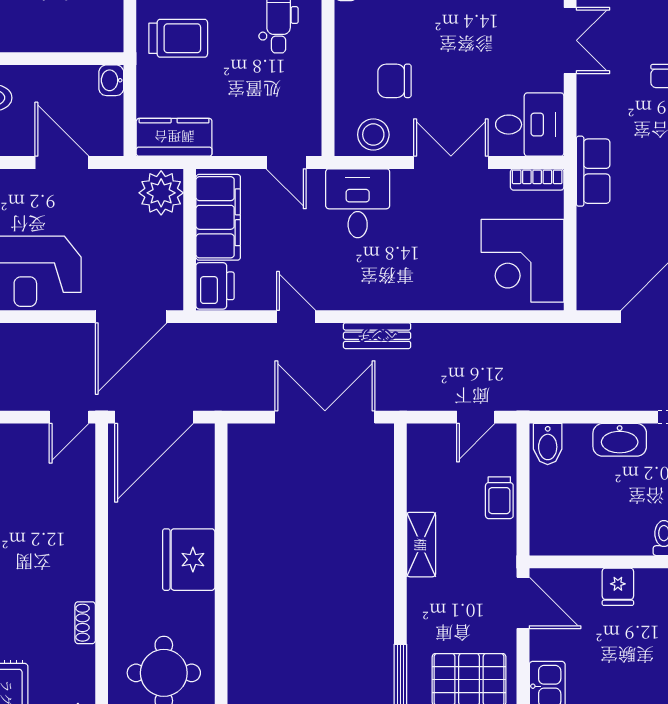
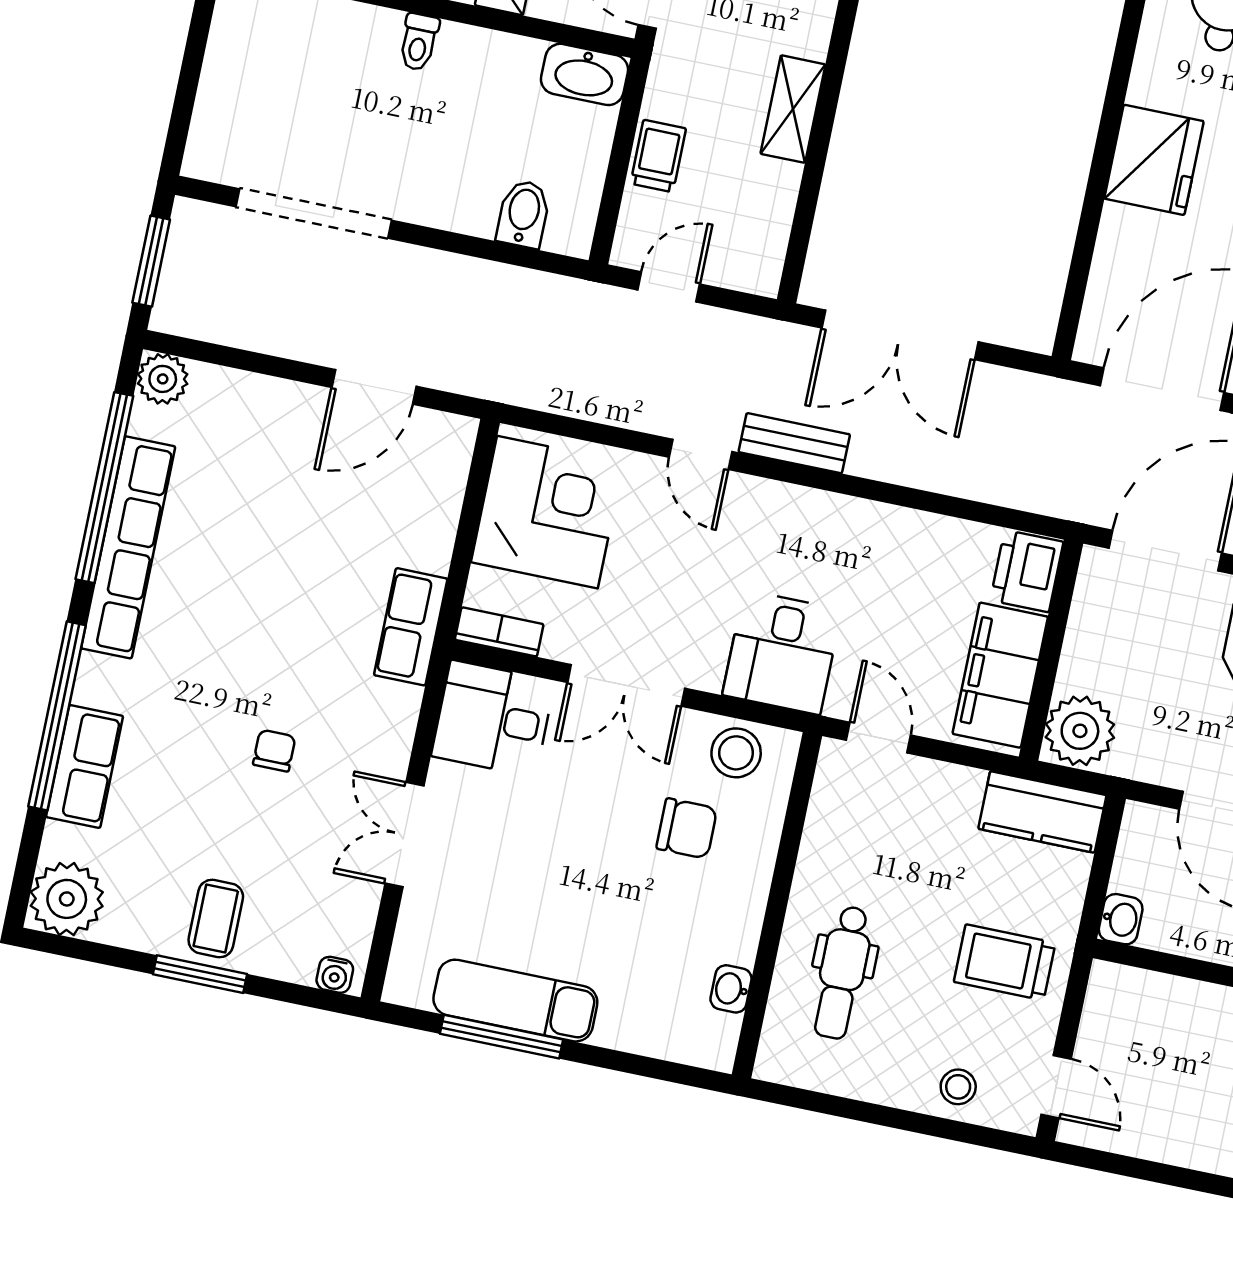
door: (296, 317) -> (700, 454), moved
washbasin: (620, 440) -> (585, 74), moved, turned 180
bidet: (548, 444) -> (523, 214), moved

